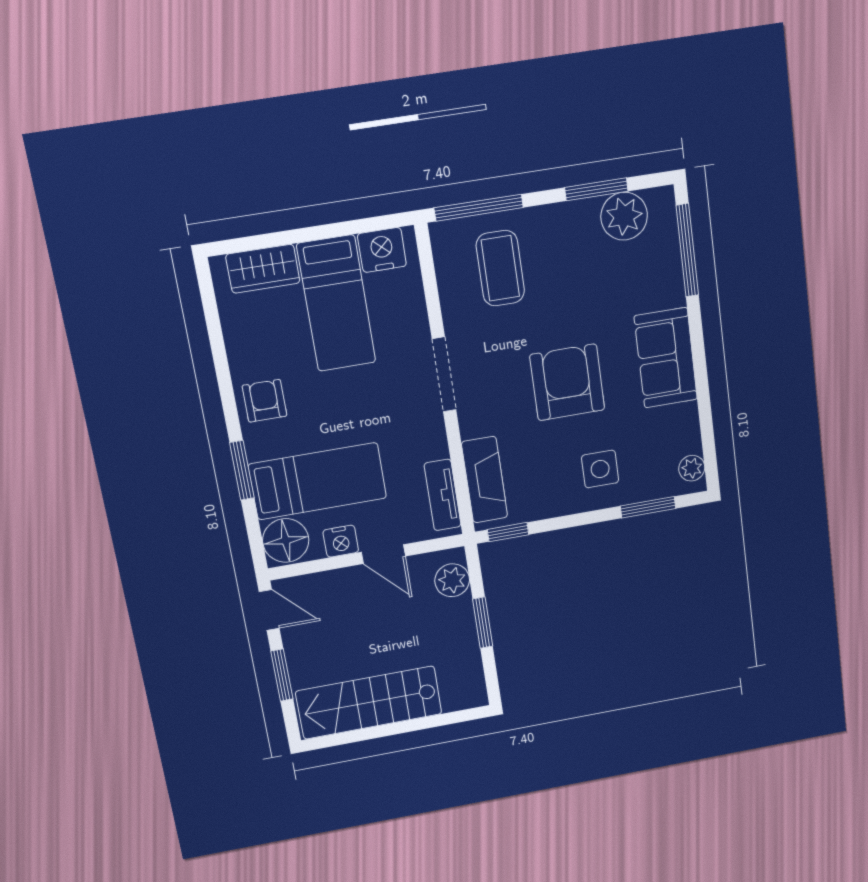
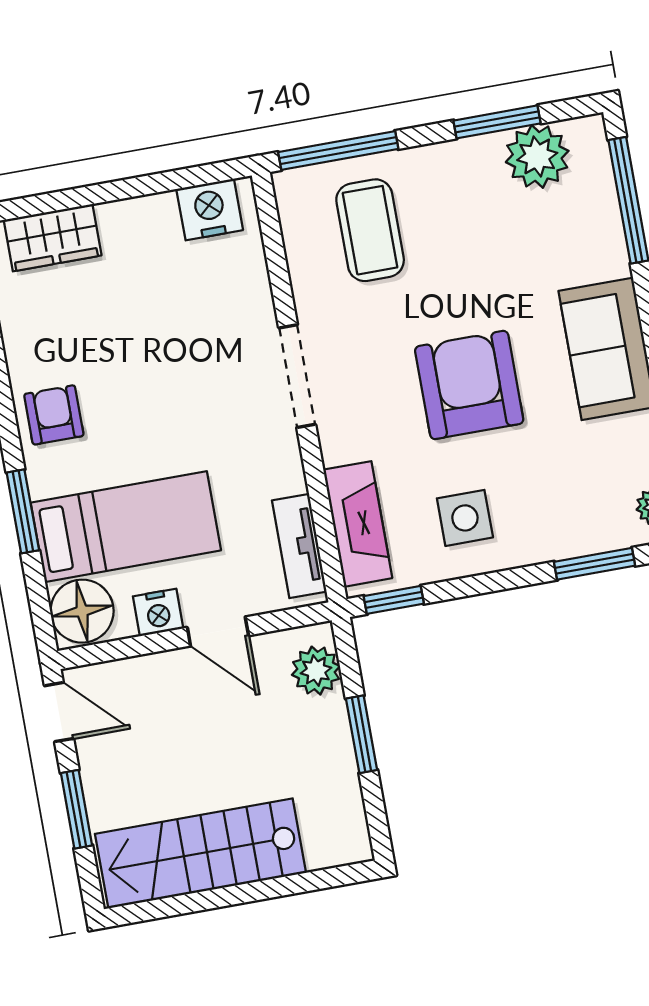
bed: (336, 303) -> (150, 282), removed
side table: (600, 469) -> (465, 518), moved

